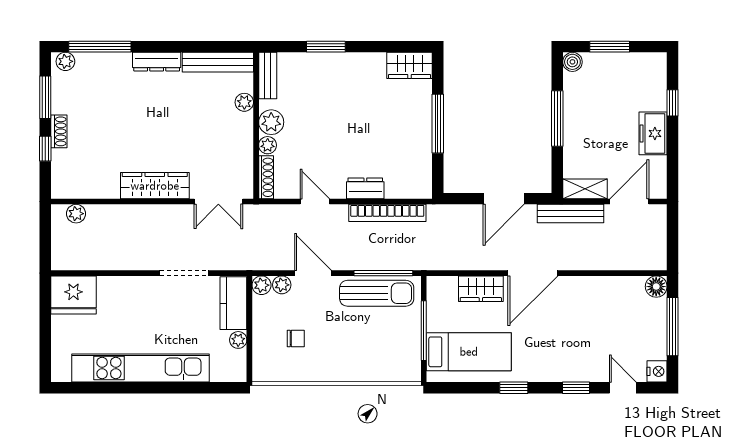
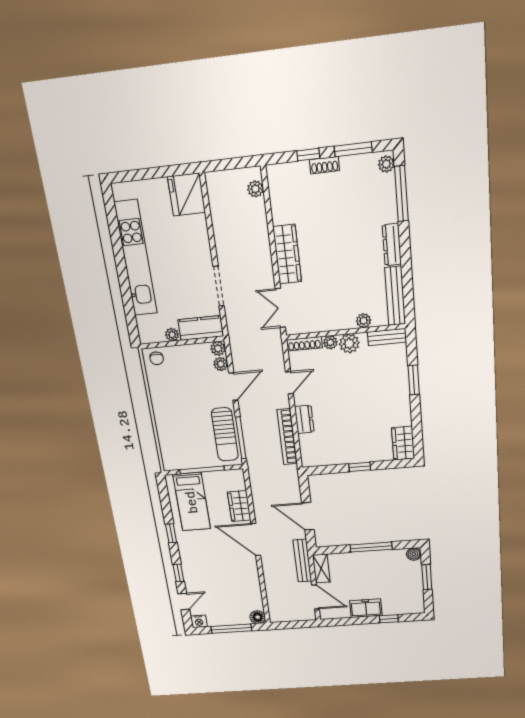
window: (438, 124) -> (360, 467), width x0.46
chair: (296, 338) -> (157, 358), moved

